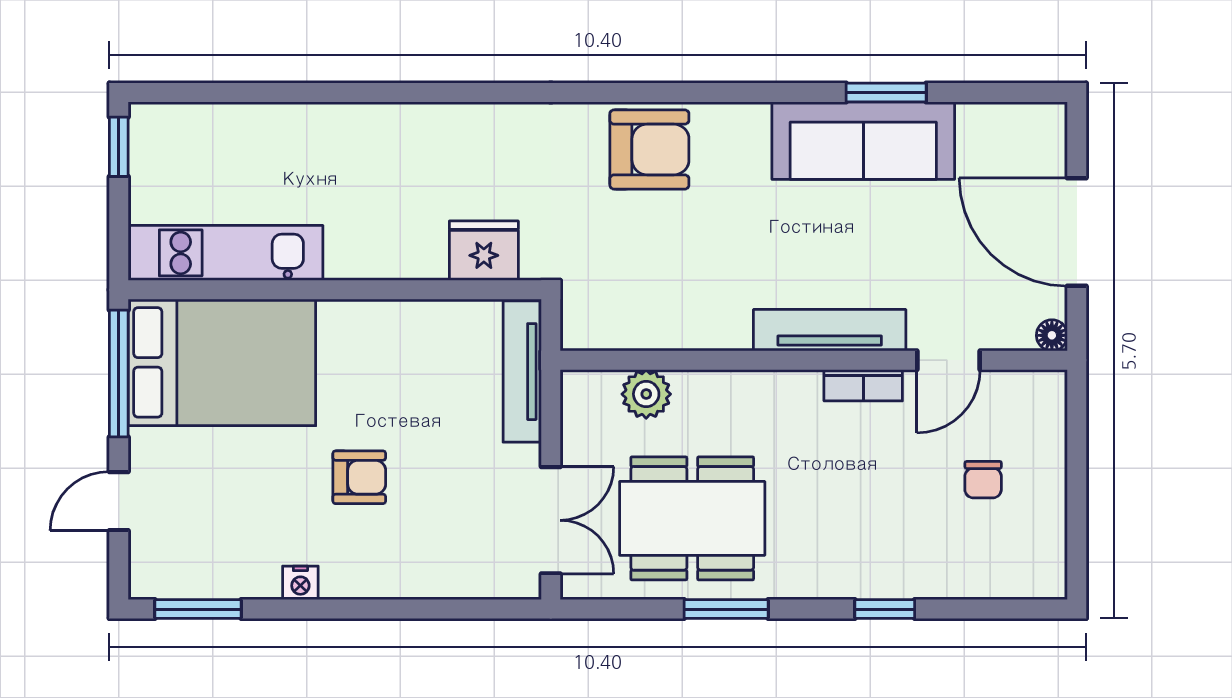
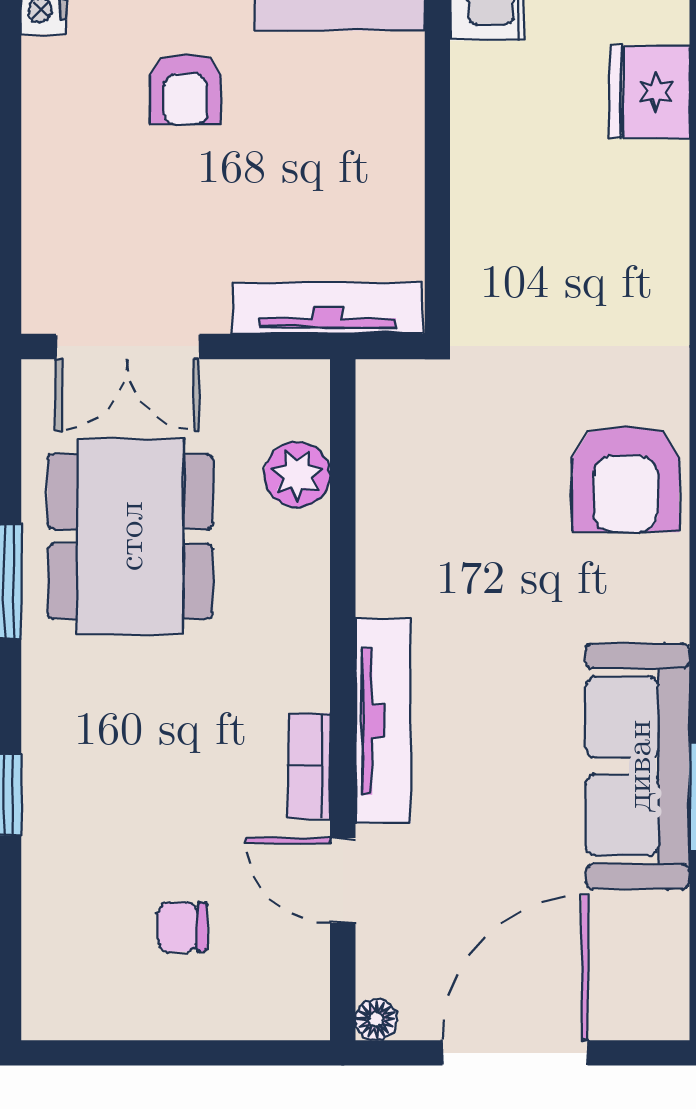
fridge: (484, 251) -> (650, 92), moved, turned 180

